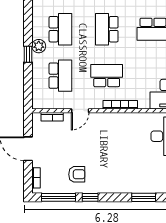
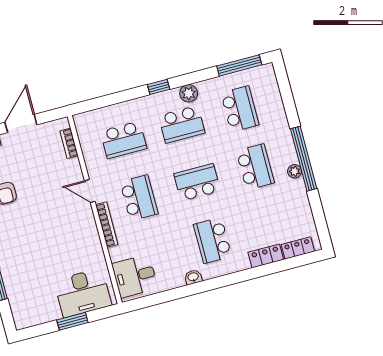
plant: (39, 46) -> (189, 93), moved
window: (28, 54) -> (159, 87), moved
door: (80, 111) -> (90, 191), moved

